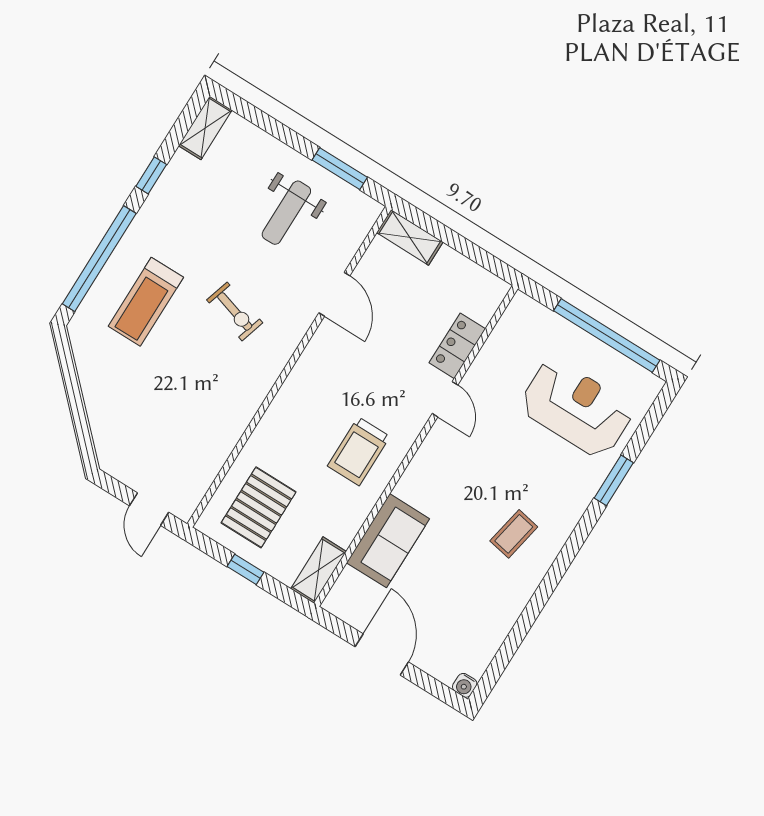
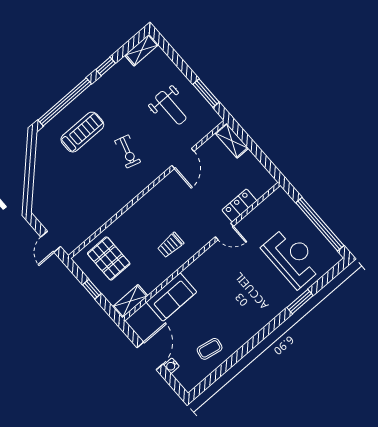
weight bench: (286, 213) -> (171, 108), turned -90
treadmill: (146, 302) -> (82, 132), turned 180
door: (445, 399) -> (224, 232), hinge flipped
trolley: (359, 451) -> (170, 245), width x0.73, depth x0.72
pallet: (259, 507) -> (109, 259), turned 90
coffee table: (514, 534) -> (210, 349), moved
water cooler: (465, 685) -> (171, 366), moved

